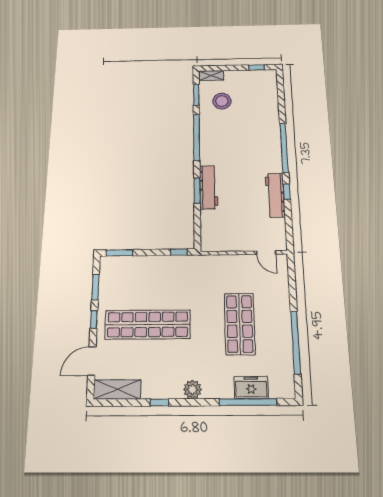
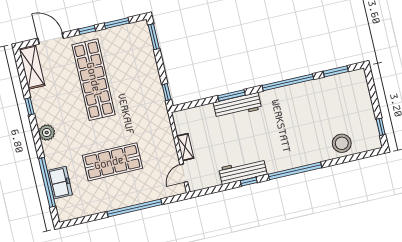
shelving: (211, 75) -> (185, 147), moved
stool: (222, 101) -> (342, 143), moved
window: (296, 342) -> (134, 208), moved

